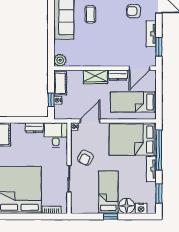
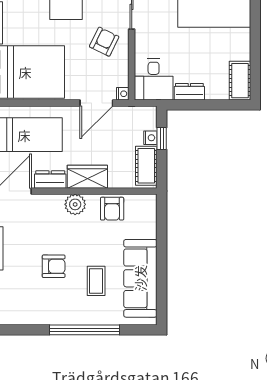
armchair: (134, 11) -> (54, 266), moved
armchair: (81, 58) -> (112, 209), added
plant: (60, 60) -> (75, 204), moved

